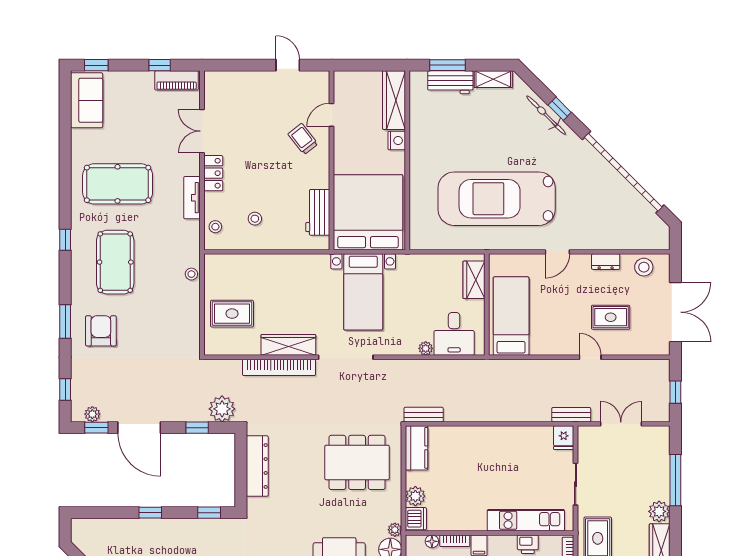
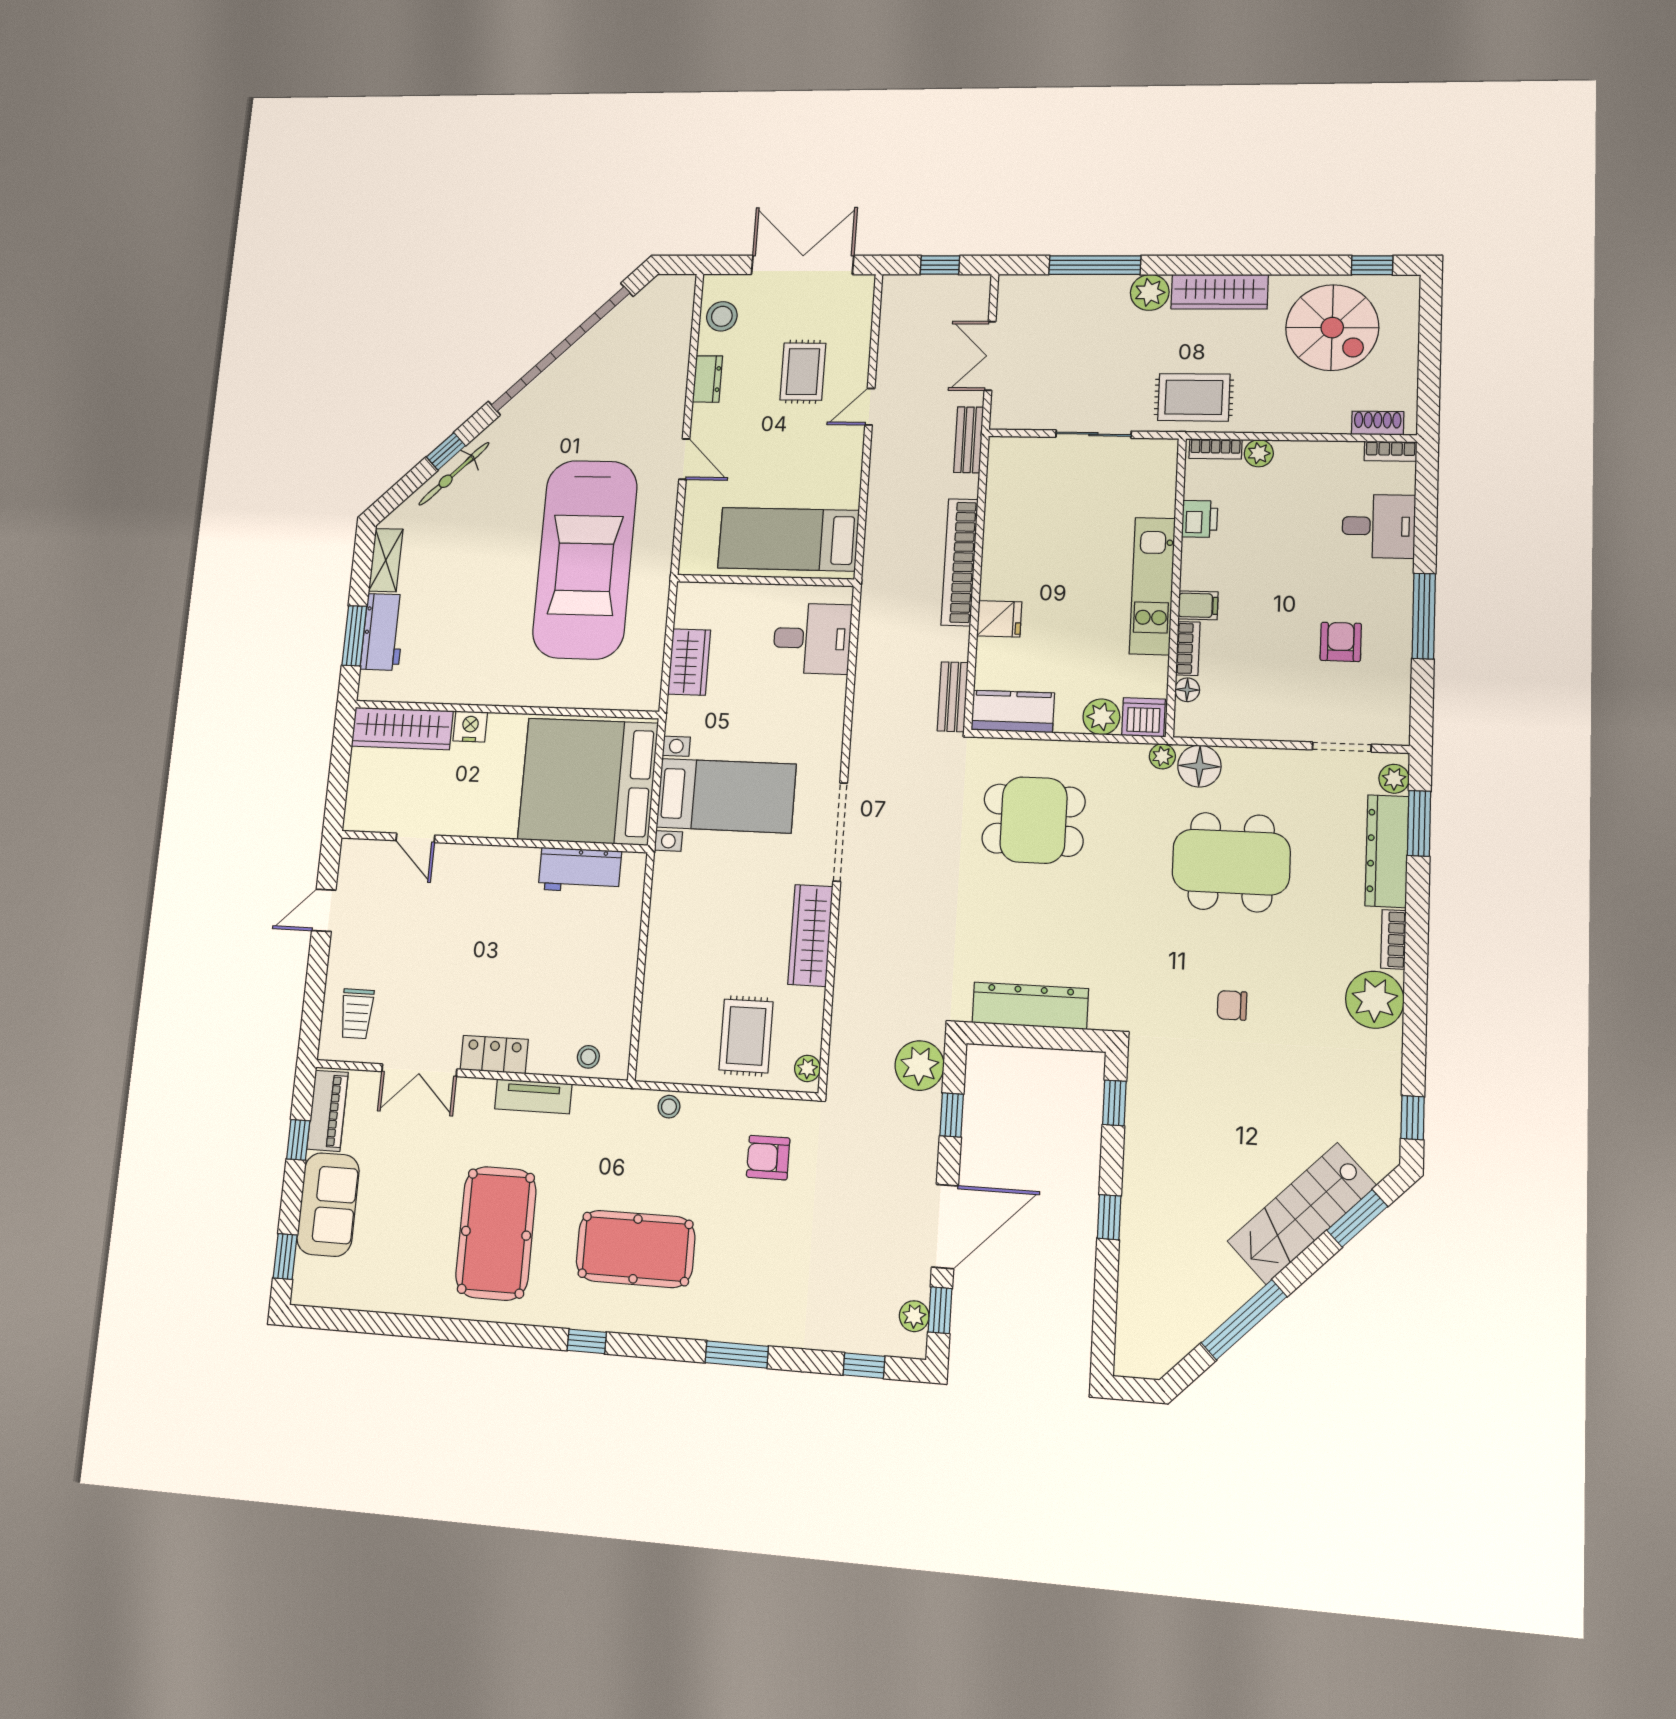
sofa: (87, 100) -> (328, 1204), moved, turned 90
trolley: (303, 139) -> (357, 1014), moved, turned -52
stool: (255, 219) -> (581, 984), removed
wardrobe: (474, 280) -> (689, 662), moved, turned -90
armchair: (101, 331) -> (768, 1158), moved, width x0.72, depth x0.72
plant: (426, 348) -> (807, 1068), moved
bookcase: (279, 367) -> (960, 562), moved, turned 180
fridge: (564, 438) -> (999, 619), moved
dining table: (357, 462) -> (1034, 820), width x0.73
kitchen unit: (526, 520) -> (1152, 586), moved

